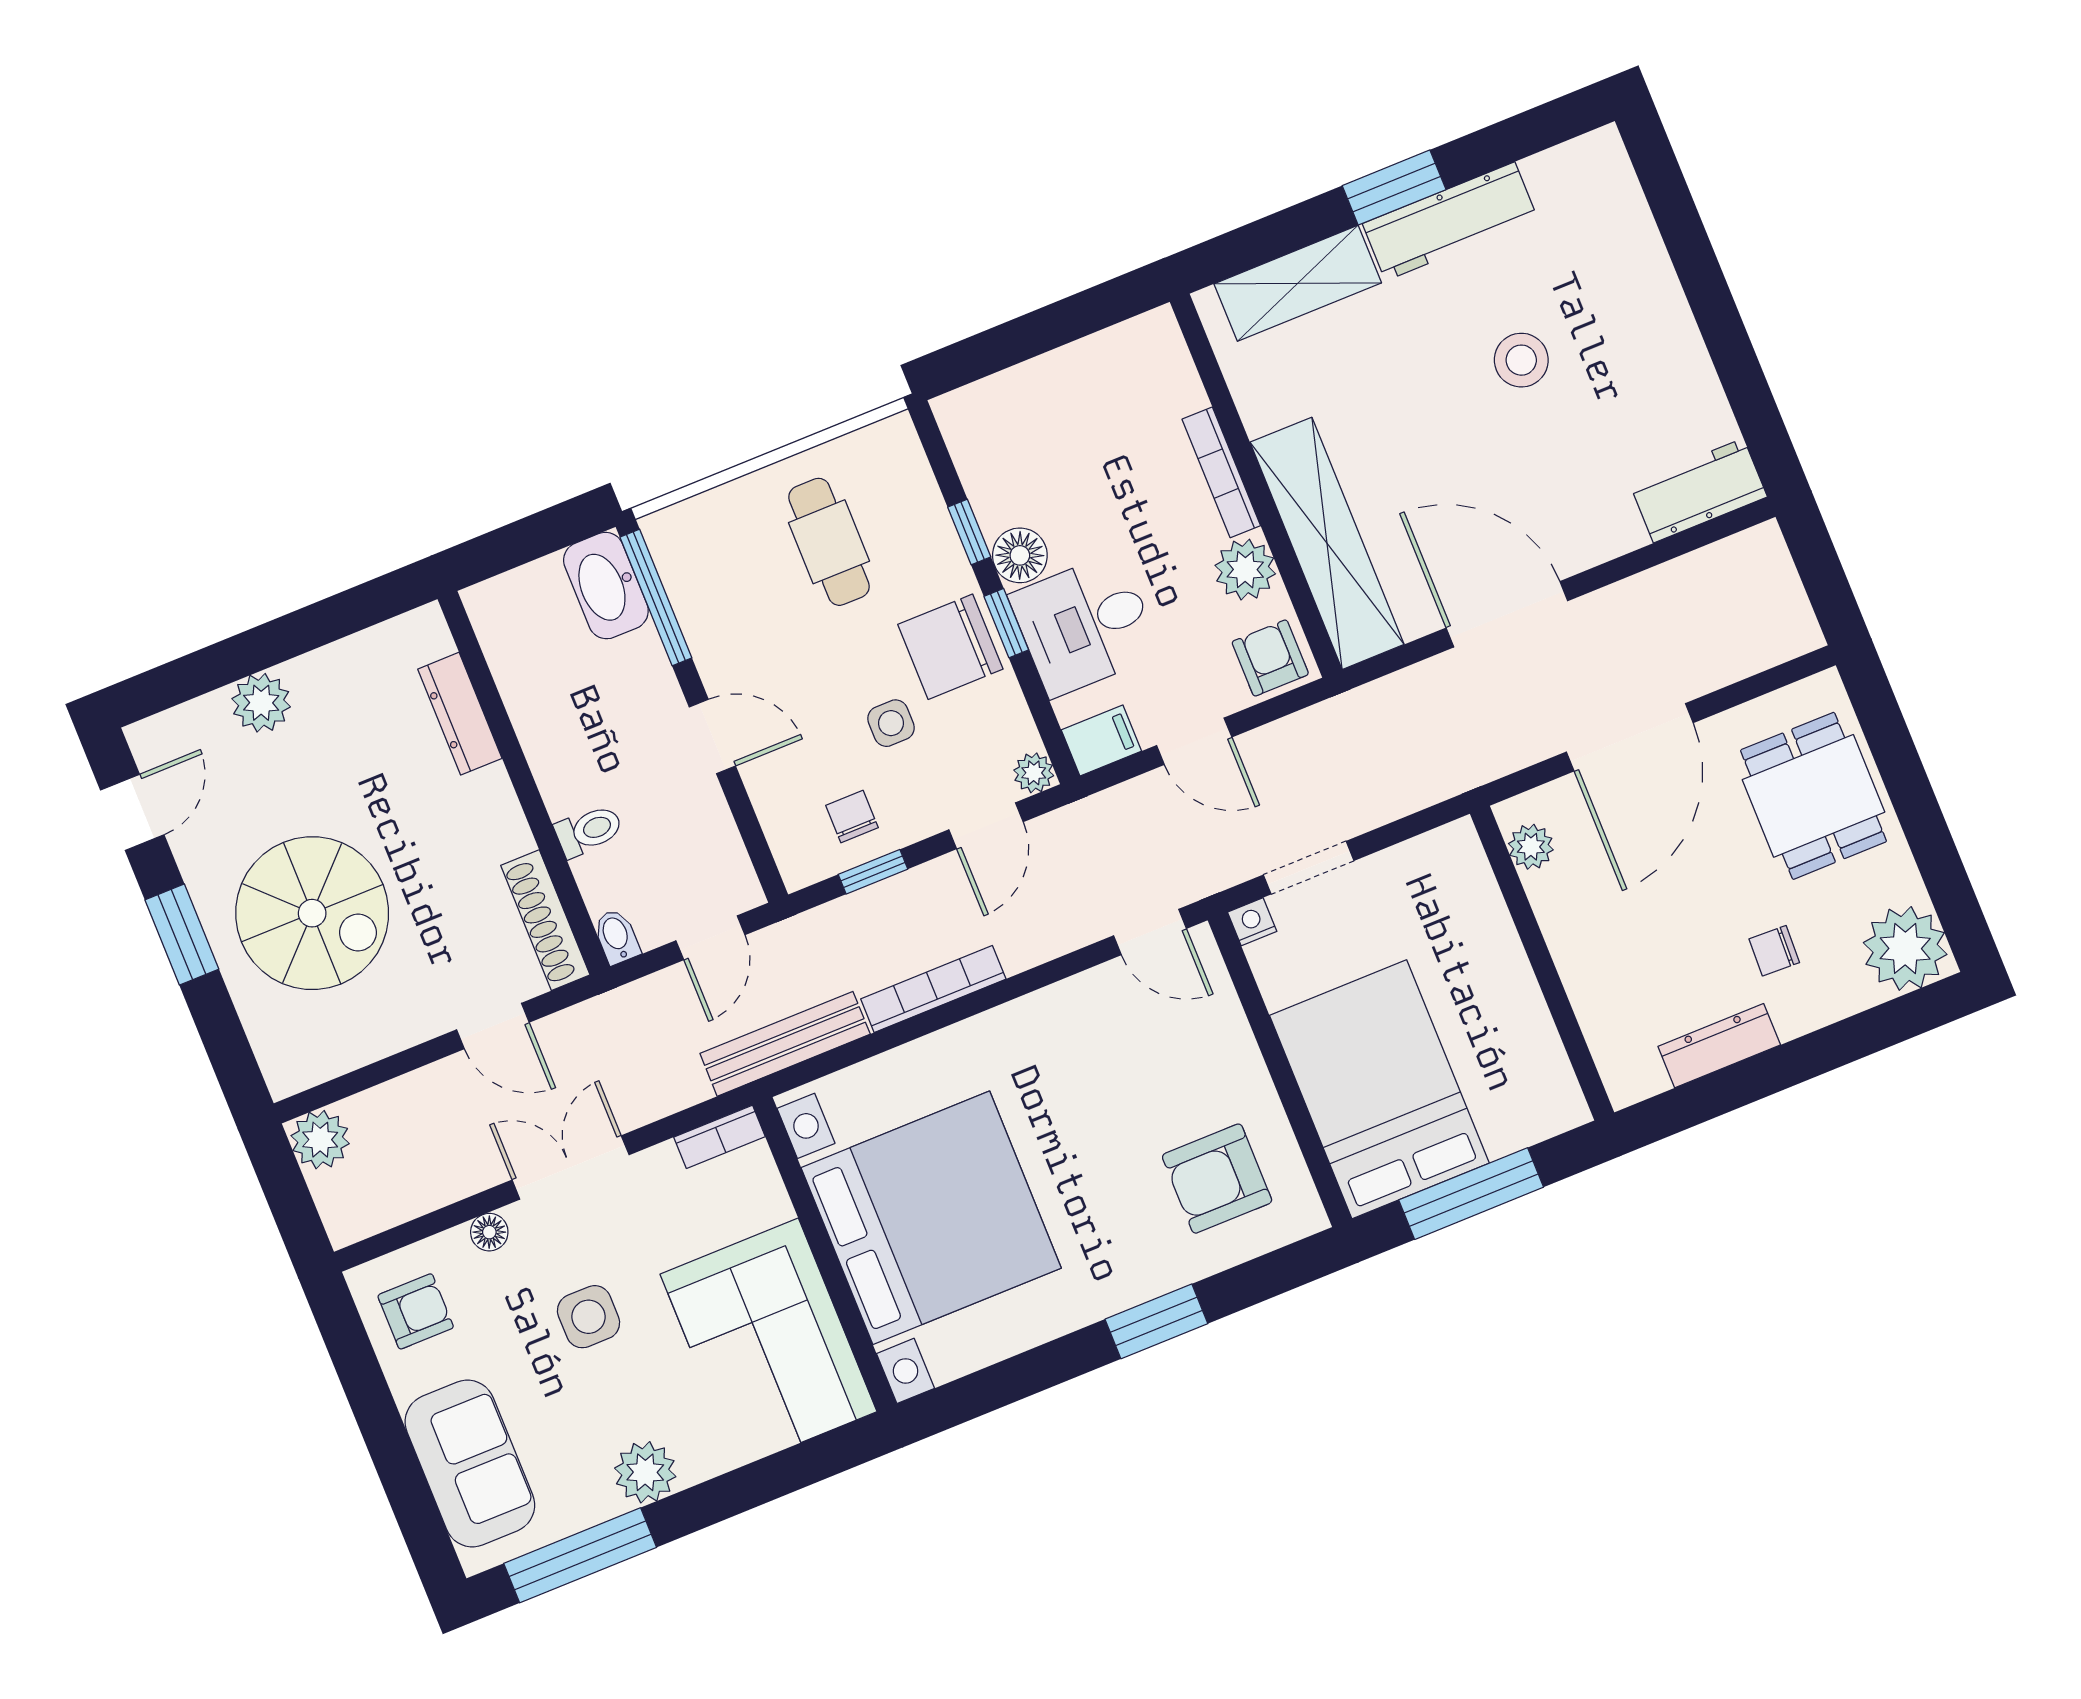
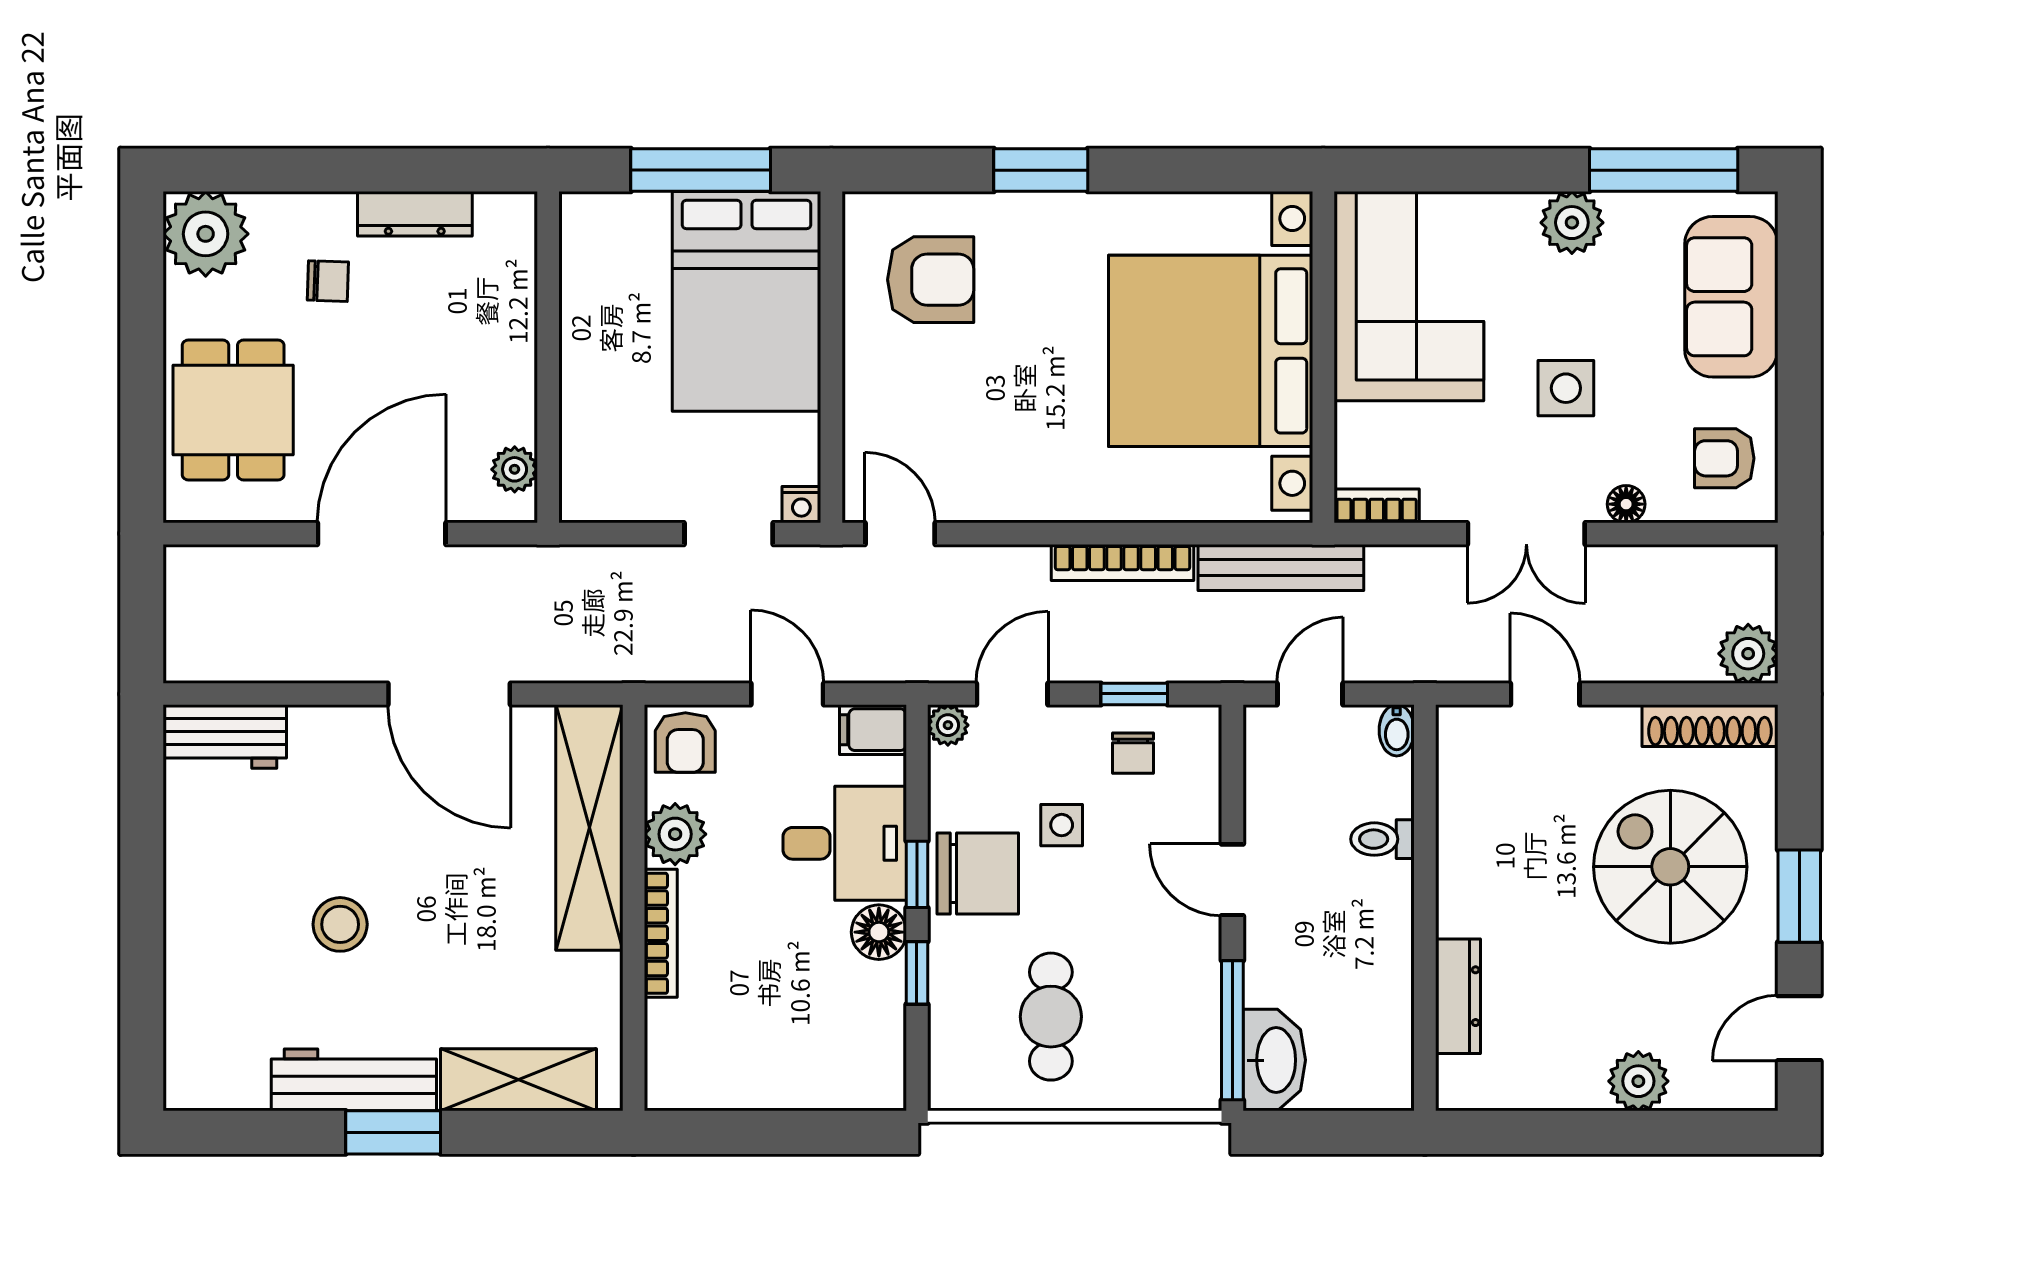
shoe rack: (545, 920) -> (1710, 726), moved, turned 90

